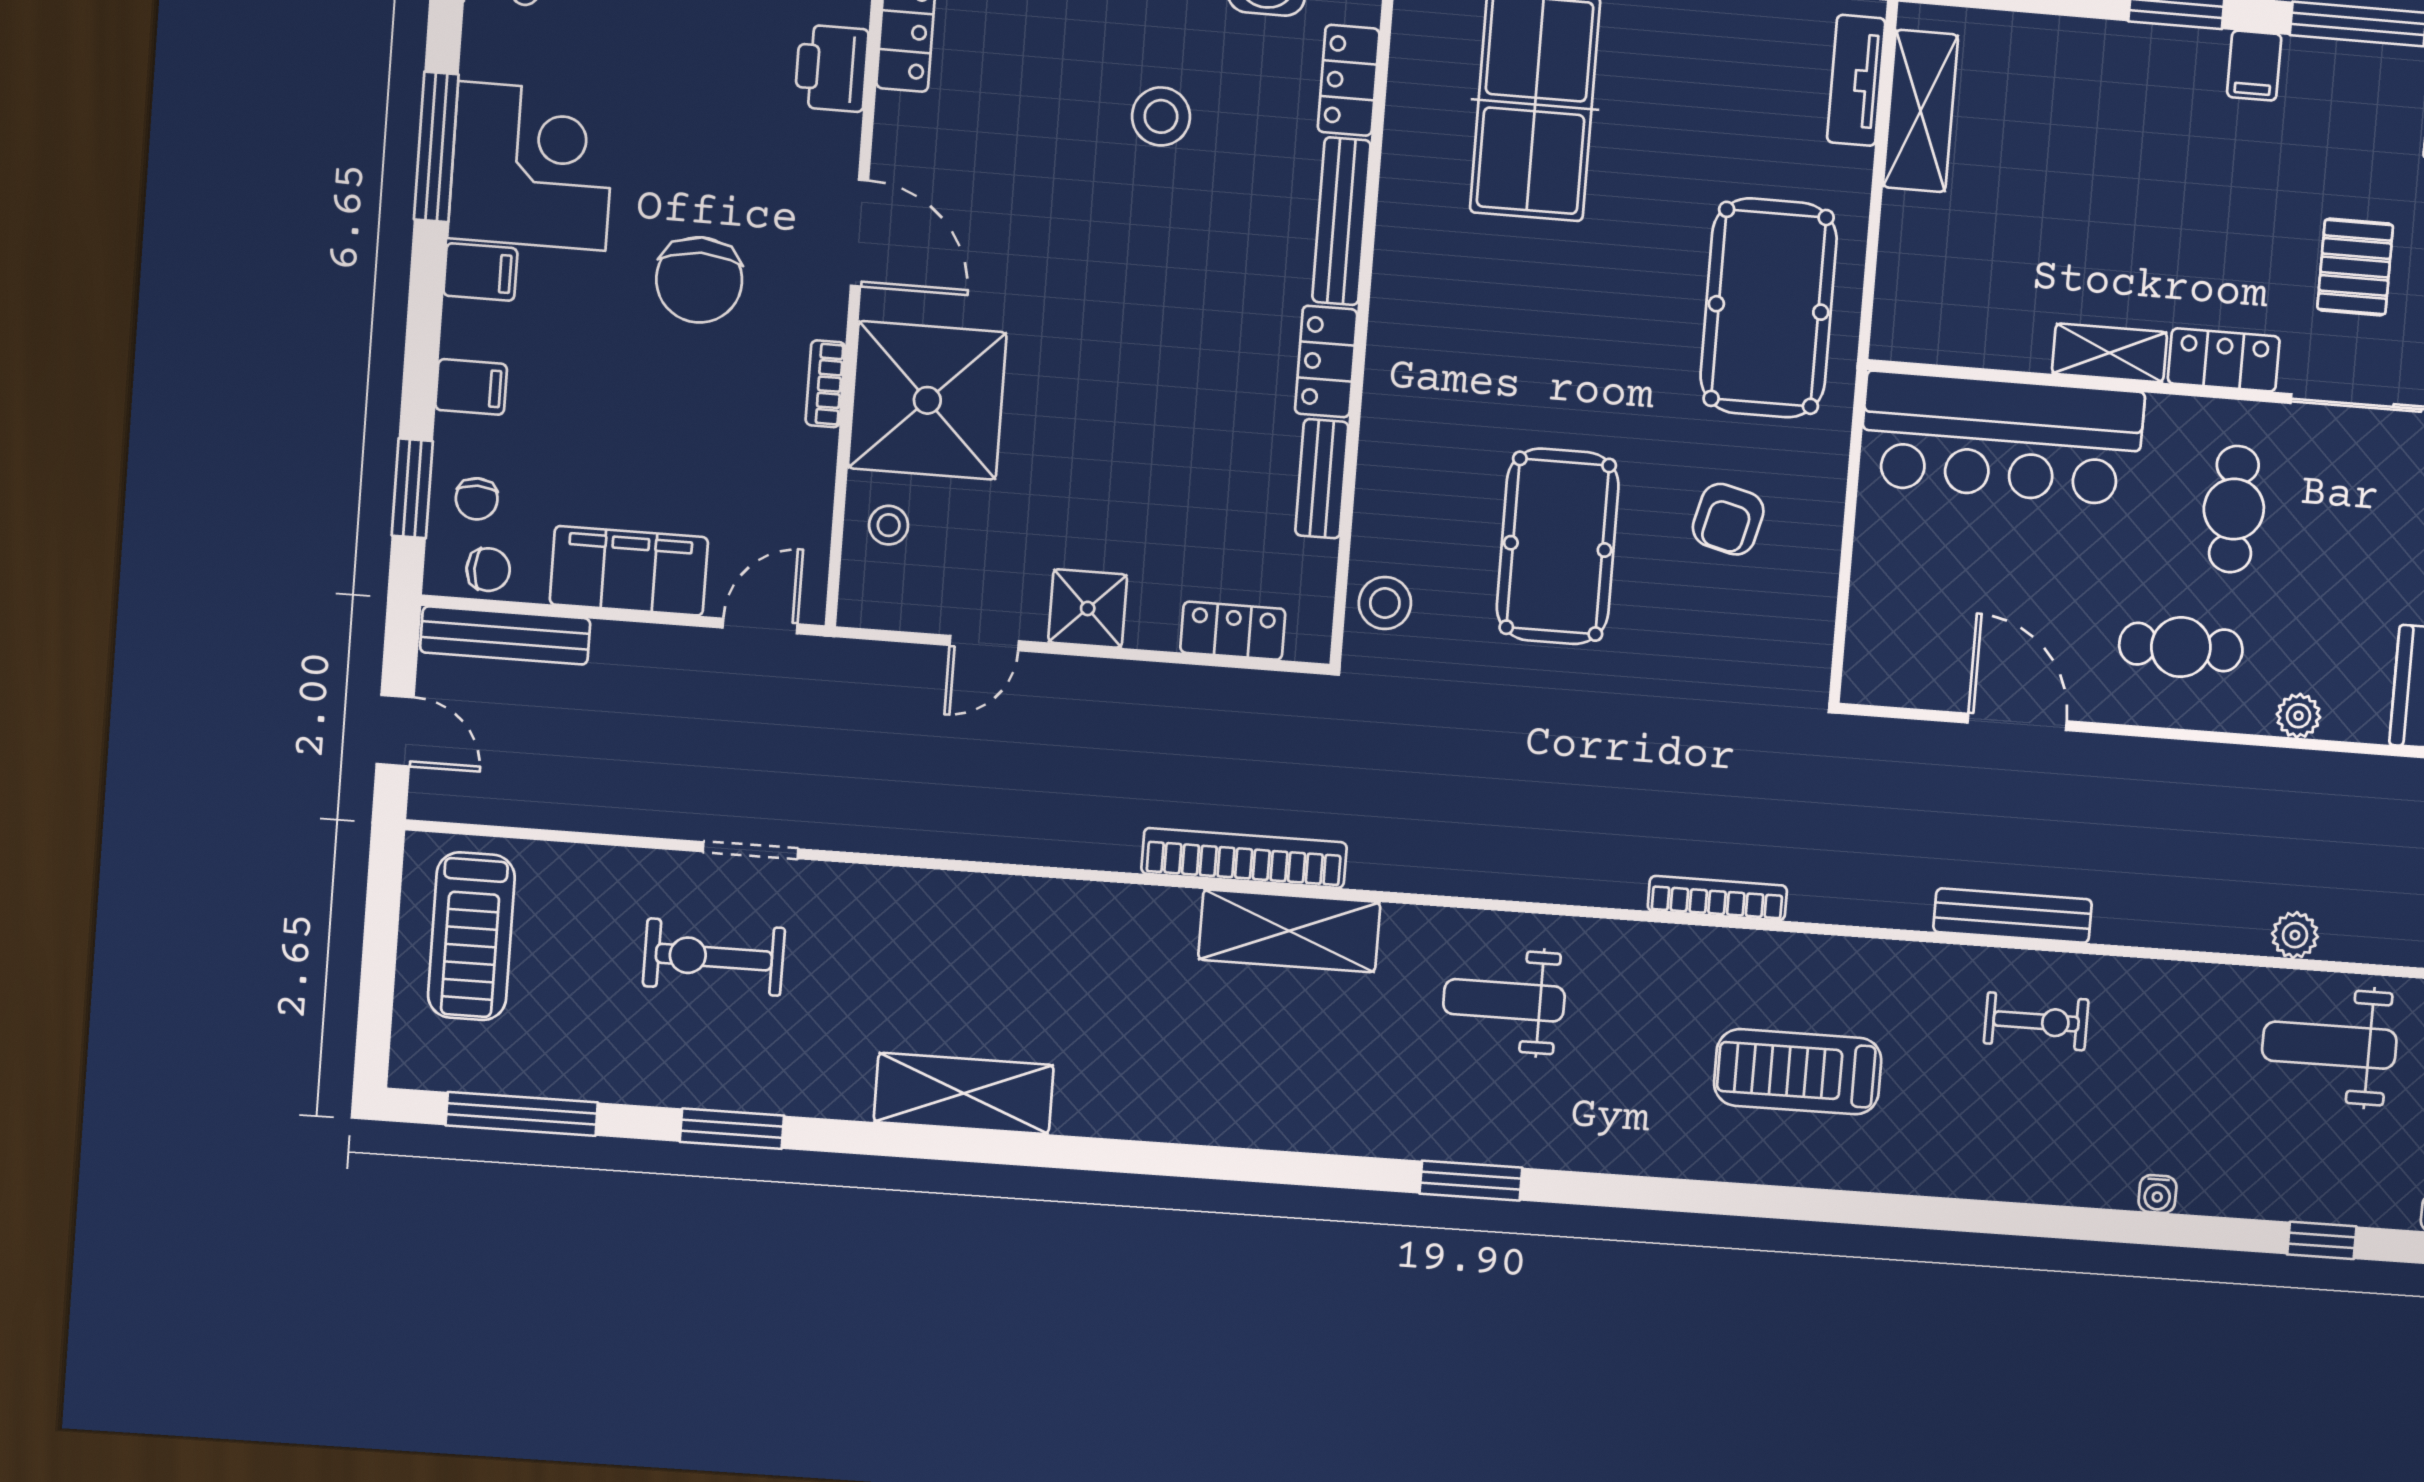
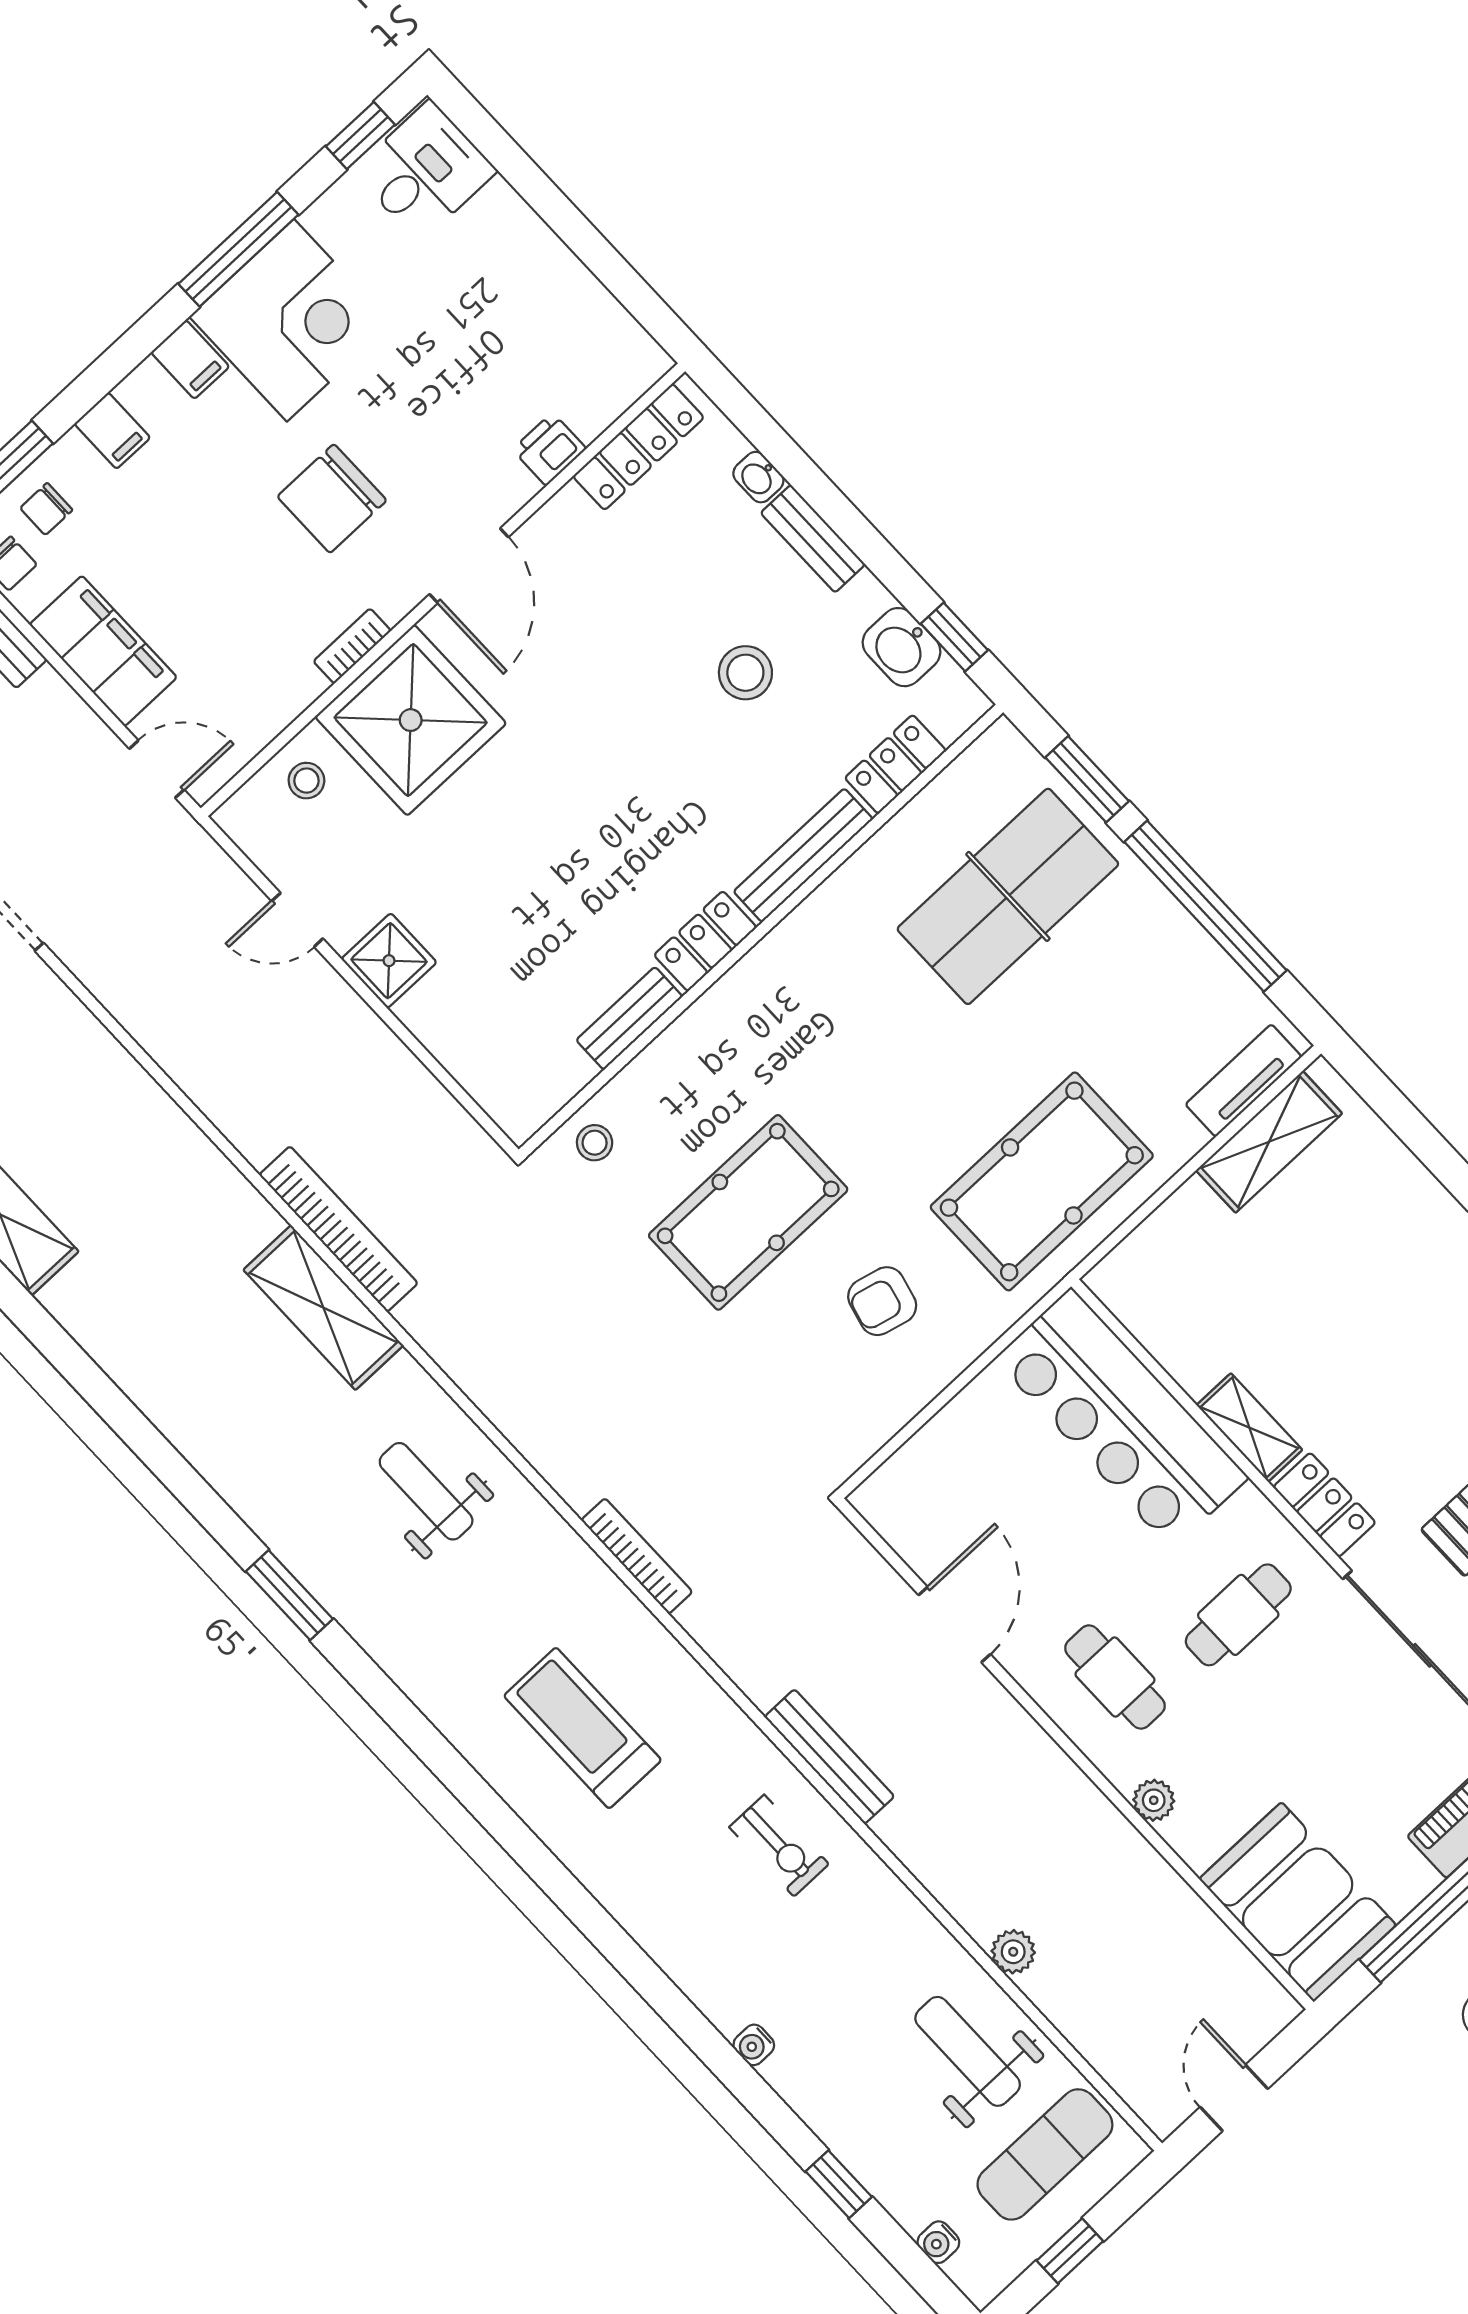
printer: (832, 68) -> (549, 449), width x0.73, depth x0.81
stool: (1385, 603) -> (595, 1143), width x0.73, depth x0.73
locker: (1233, 631) -> (474, 1066), removed

